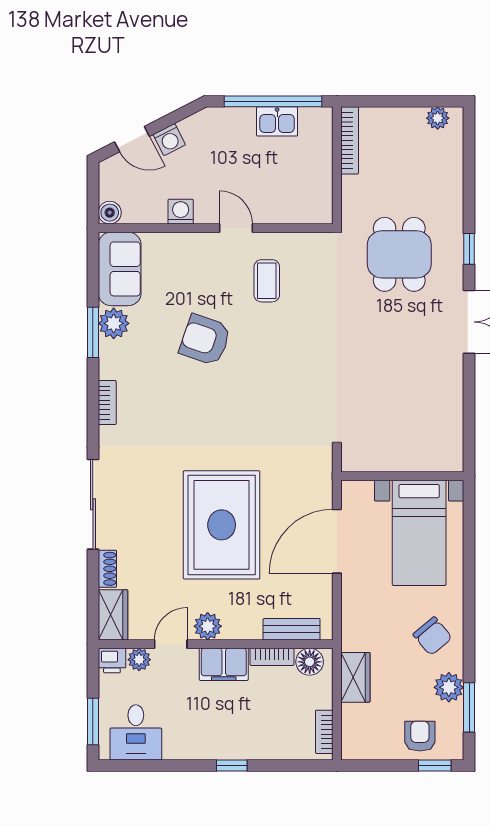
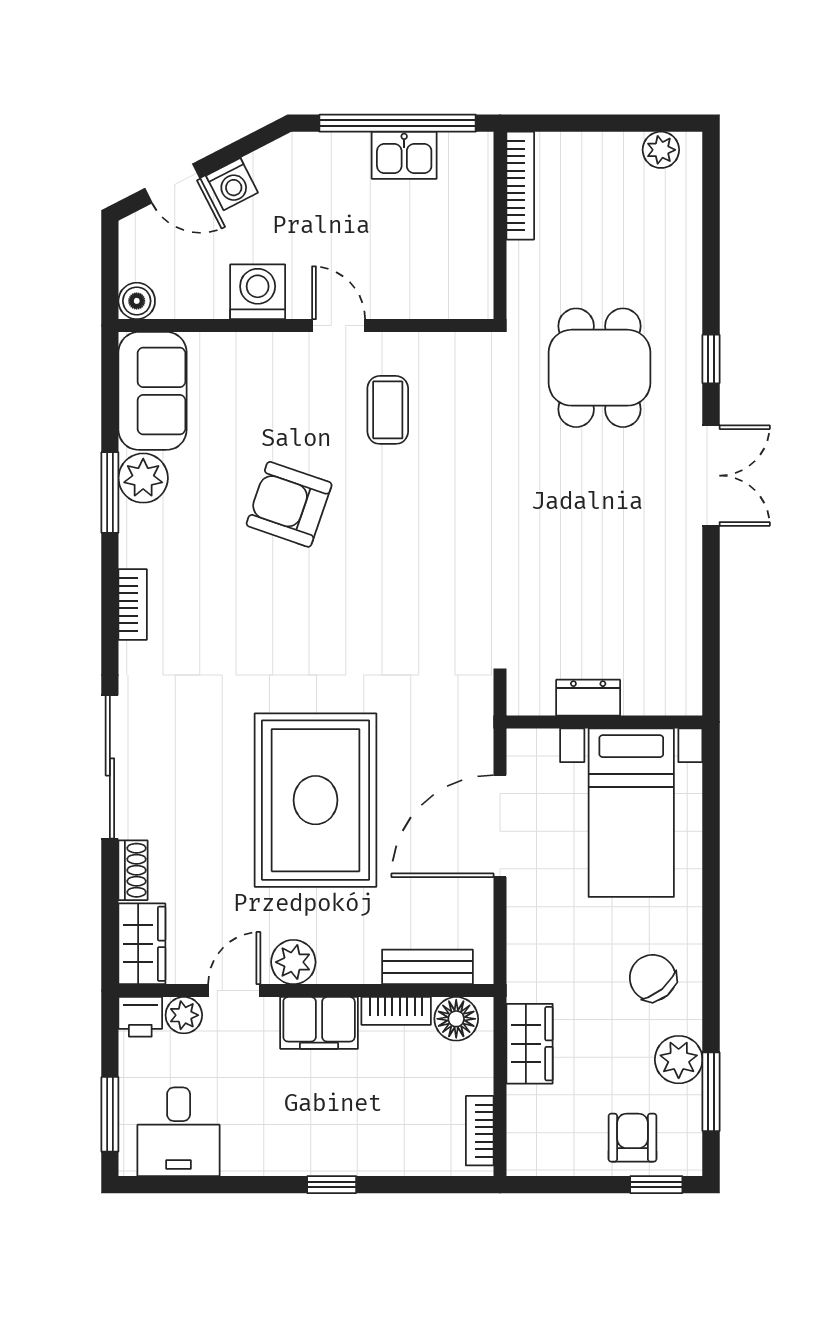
washing machine: (181, 212) -> (258, 292), width x1.38, depth x1.38
dresser: (392, 461) -> (588, 698), added
chair: (433, 636) -> (653, 978), turned 180

